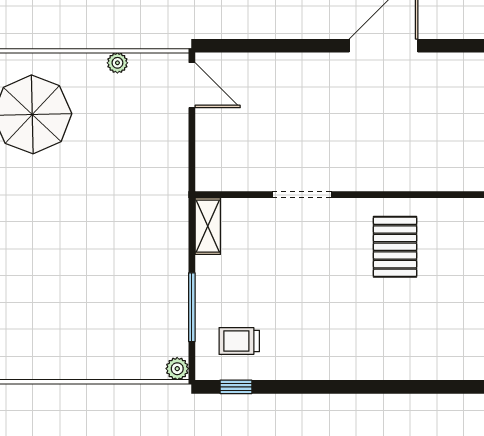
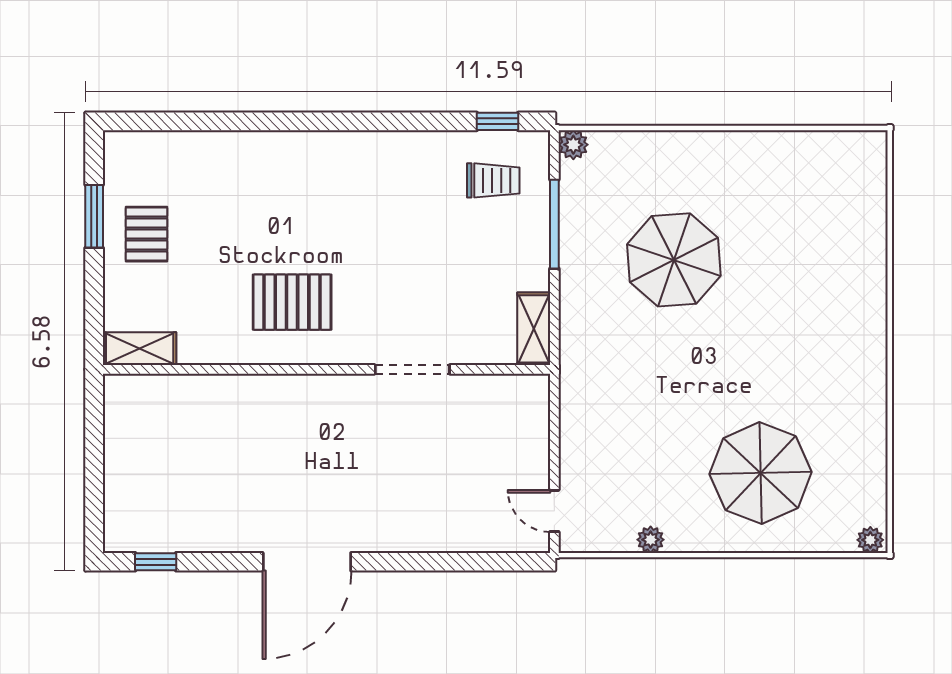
door: (192, 85) -> (554, 511), width x0.73
pallet: (395, 247) -> (292, 302), turned 90
parasol: (99, 279) -> (674, 260), added

